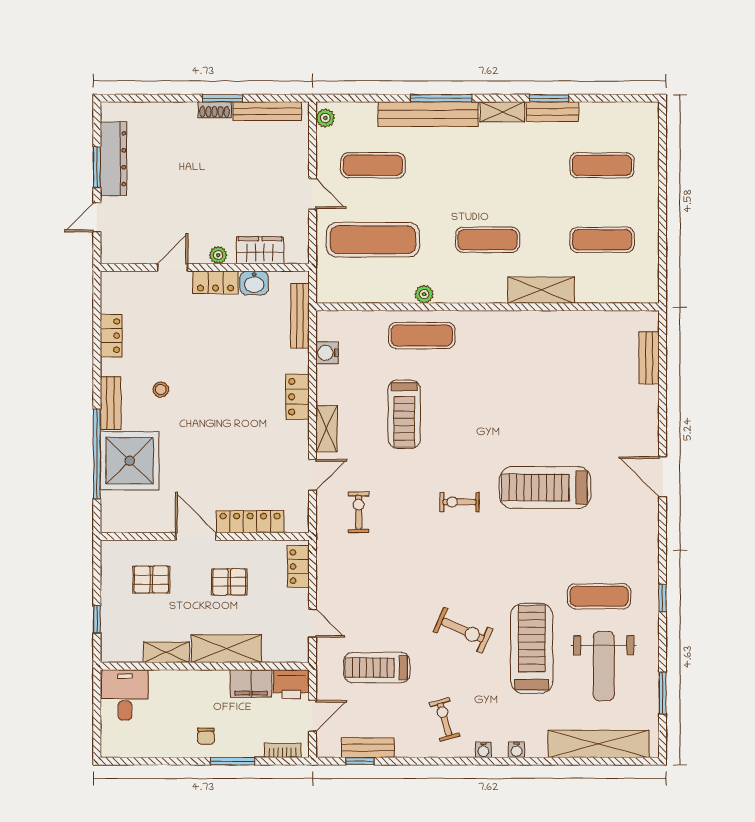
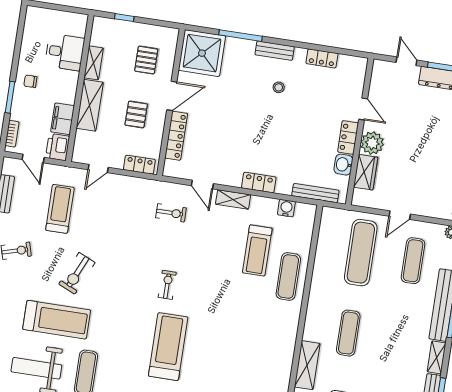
plant: (218, 255) -> (372, 143), width x1.87, depth x1.87
plant: (424, 294) -> (317, 283), removed
treadmill: (404, 414) -> (257, 250), moved, turned -90
window: (97, 454) -> (240, 36), width x0.68
shower: (130, 461) -> (202, 53), moved
desk: (125, 695) -> (65, 52), moved

